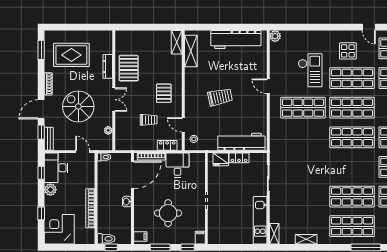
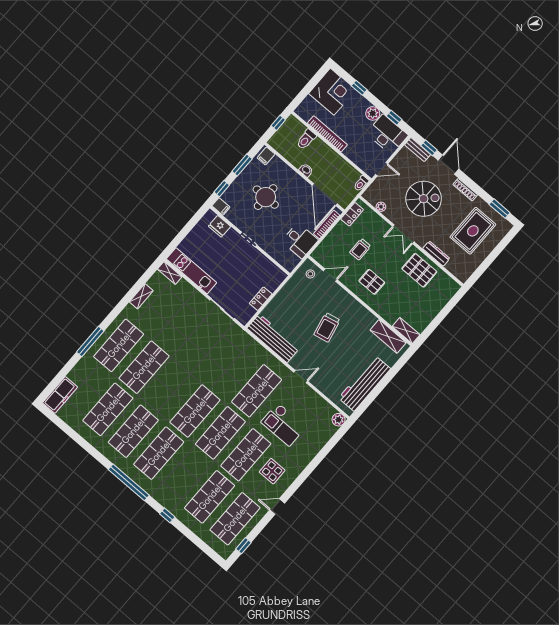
workbench: (241, 142) -> (273, 338), moved, turned -90
locker: (167, 145) -> (352, 214), moved
fridge: (221, 159) -> (220, 226), moved, turned -90
toilet: (106, 239) -> (306, 139), moved

